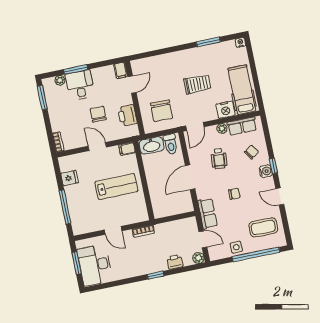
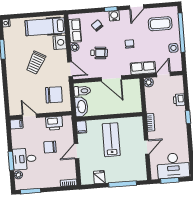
trolley: (197, 84) -> (36, 63), turned -151
coffee table: (263, 227) -> (160, 24), turned 90
plant: (198, 258) -> (149, 82), moved

